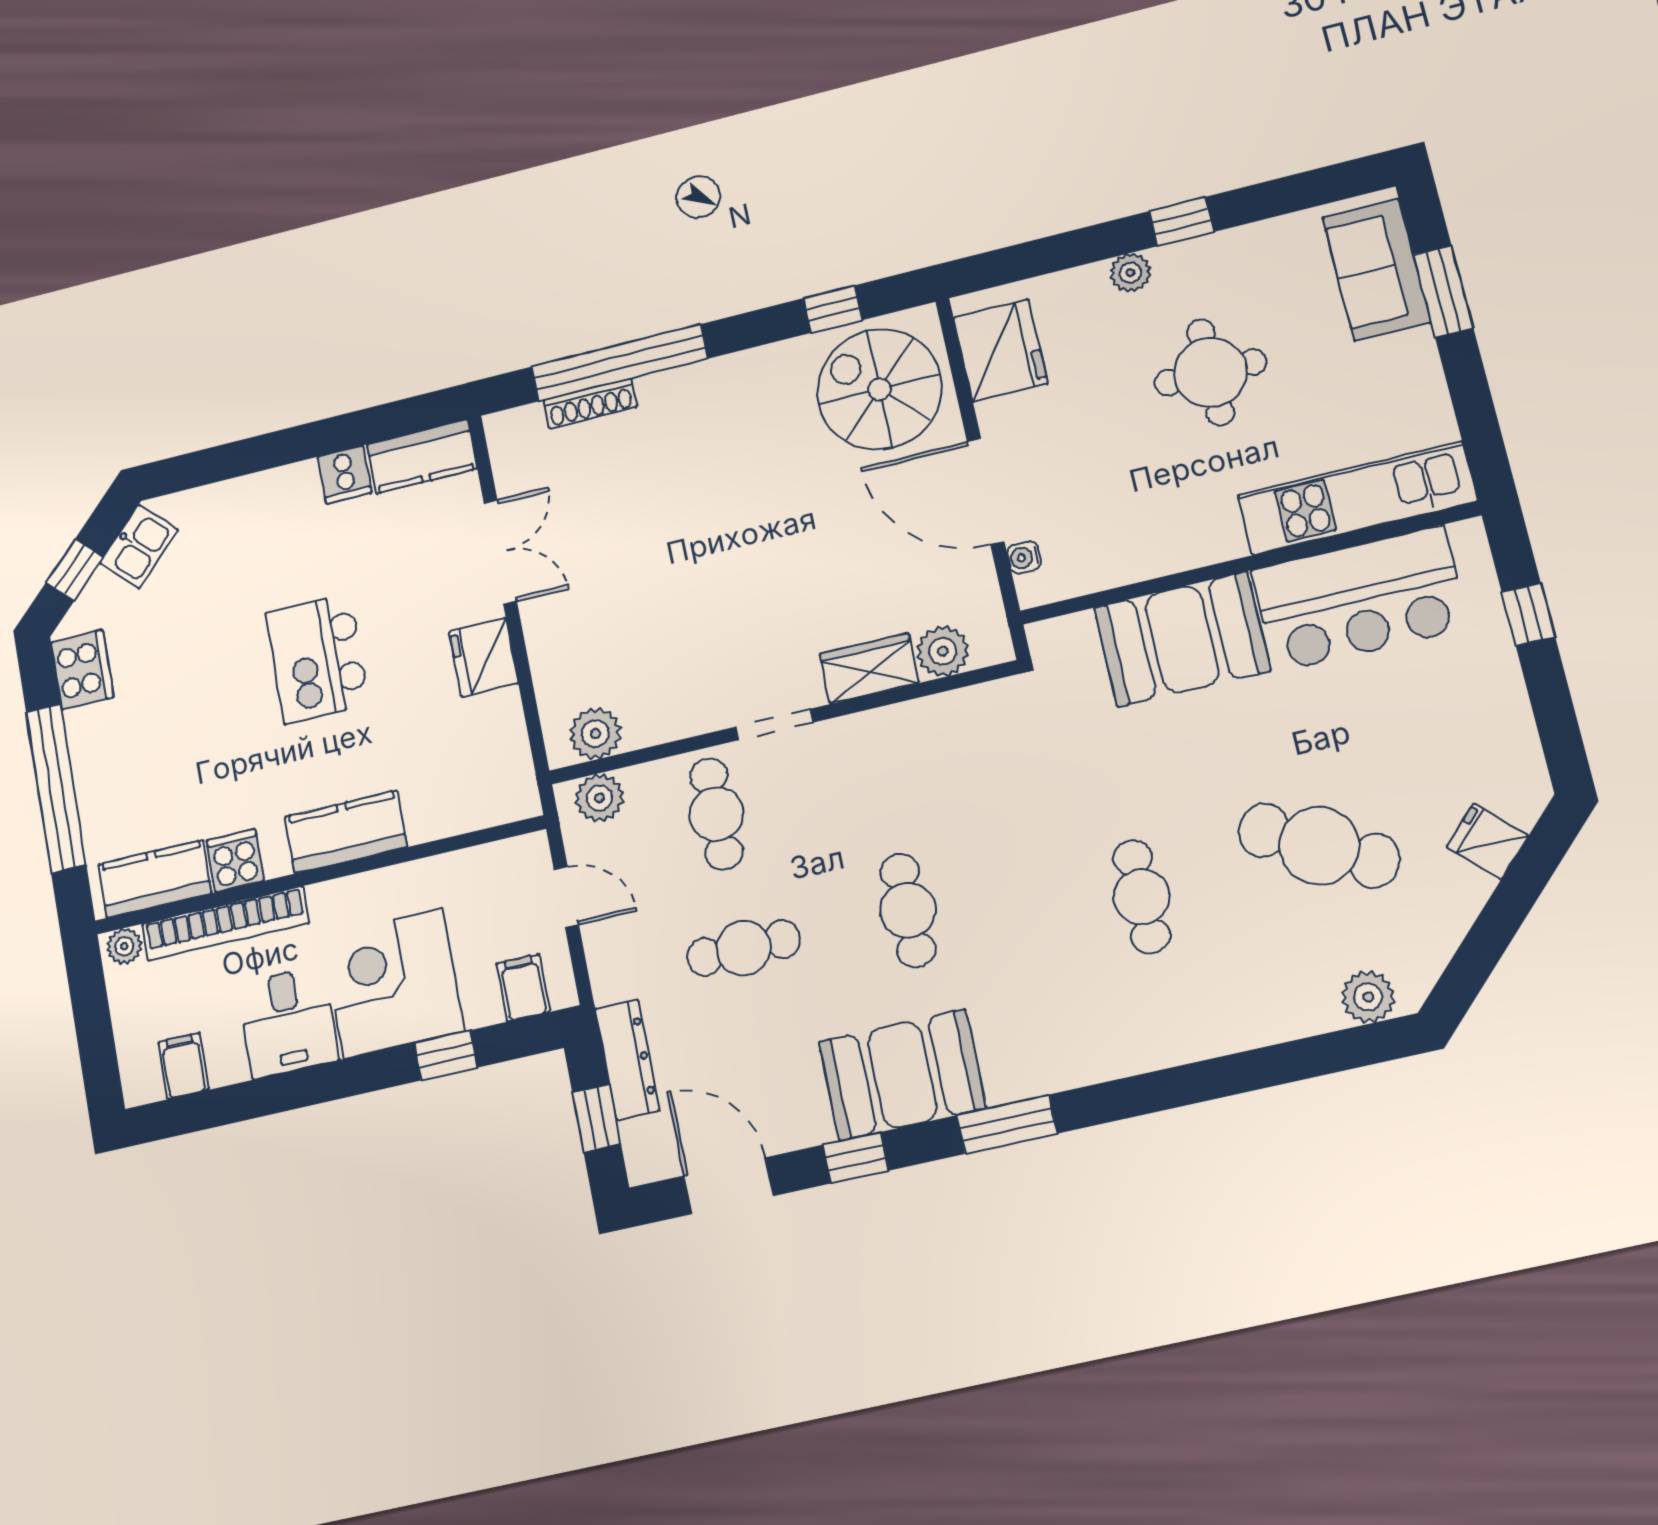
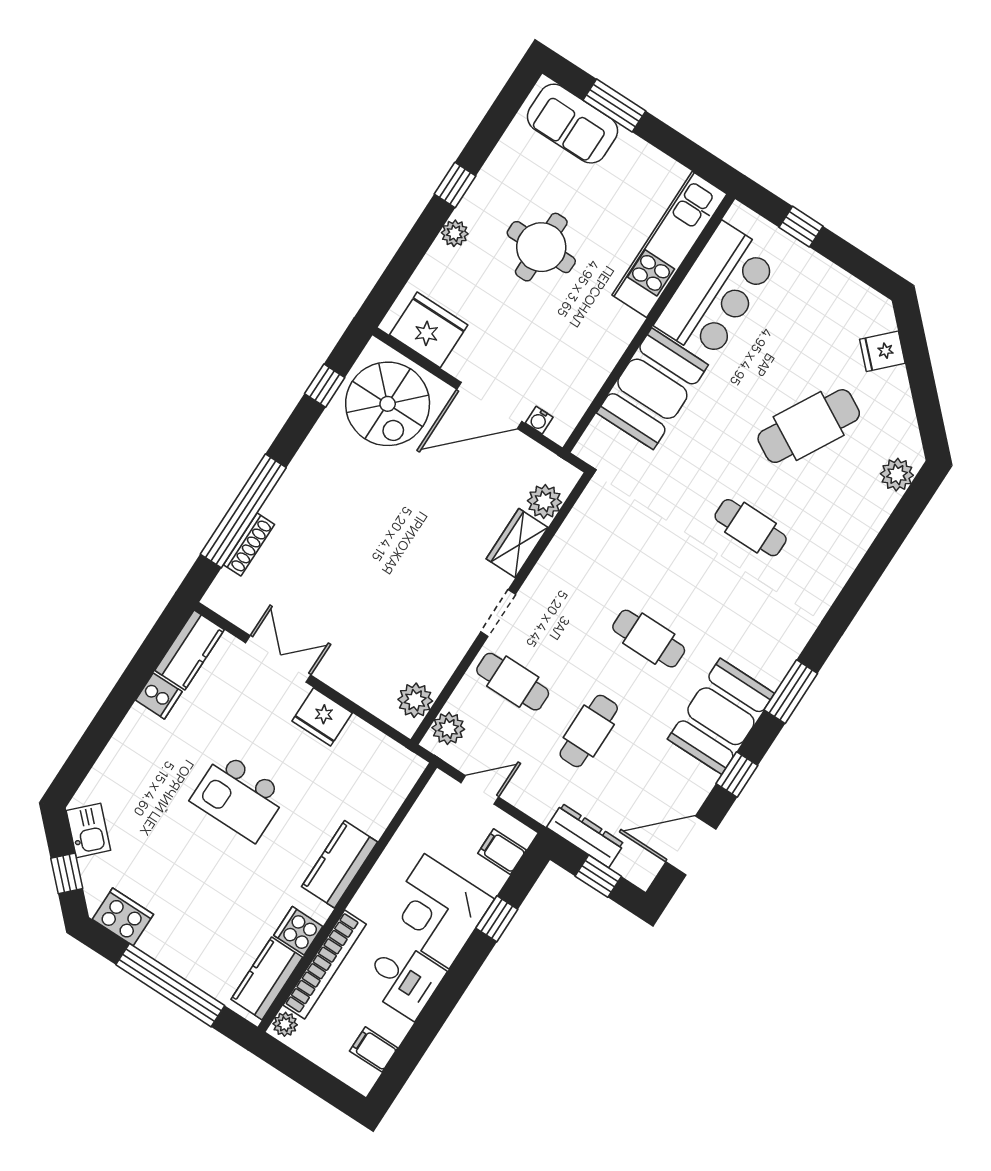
spiral stairs: (879, 389) -> (388, 404), turned -90

